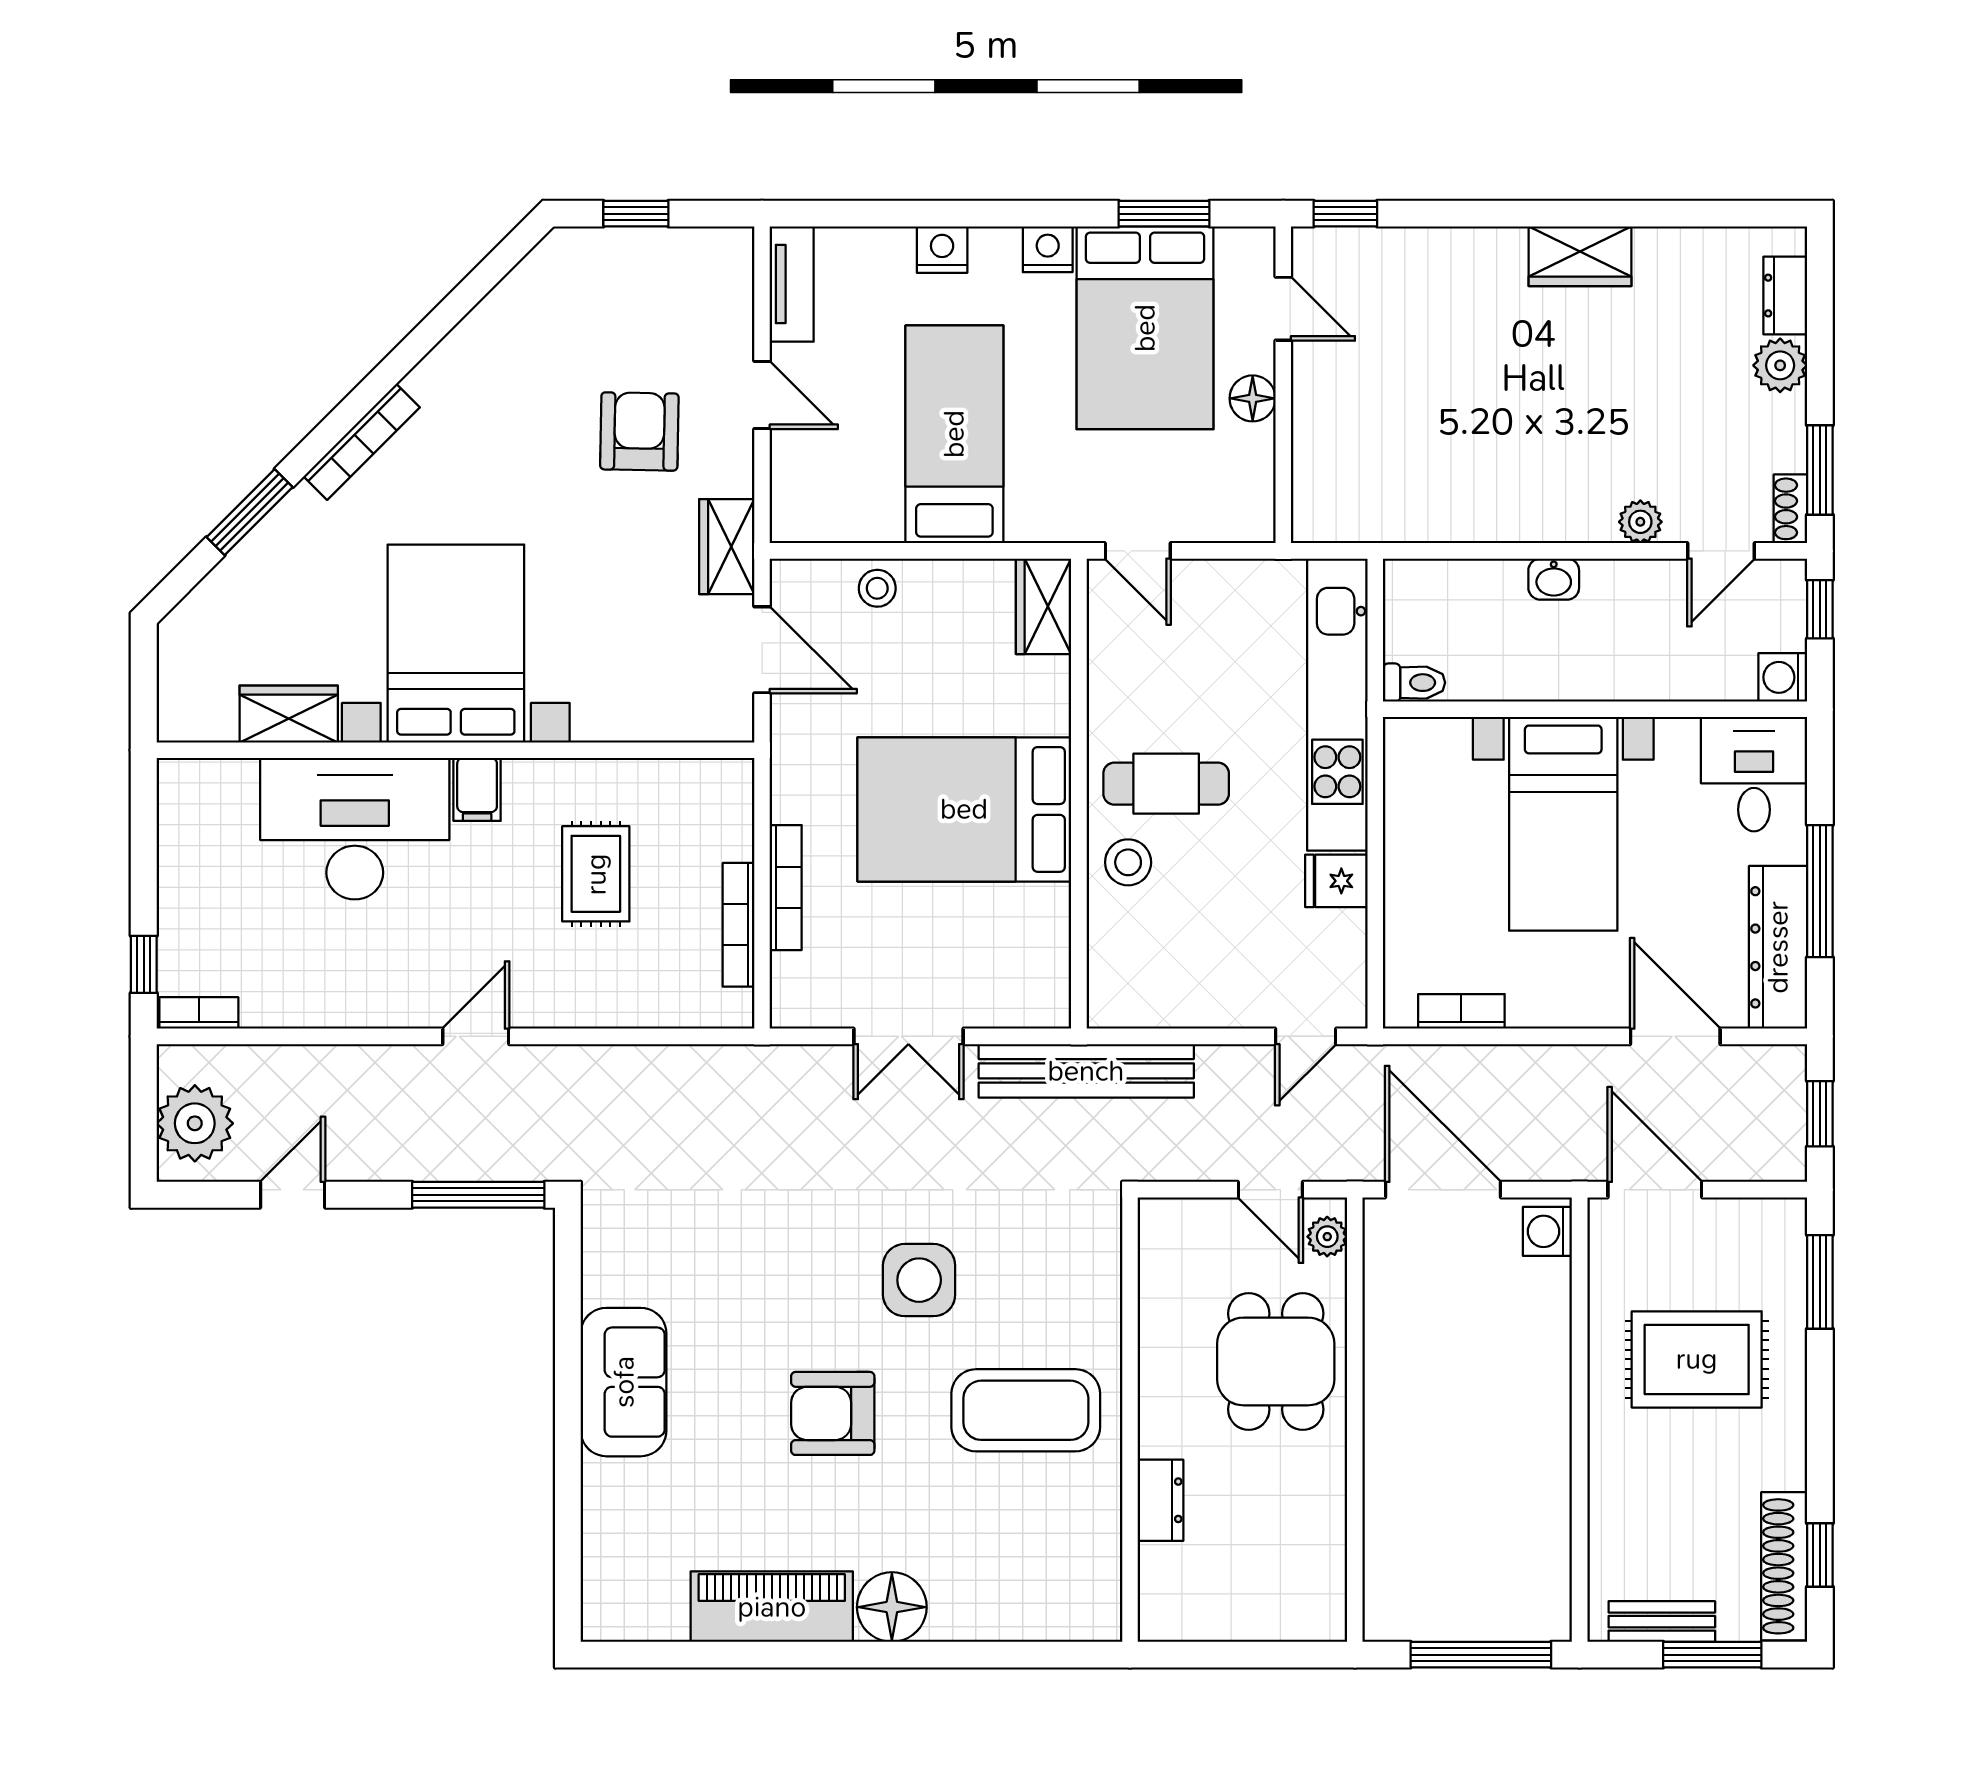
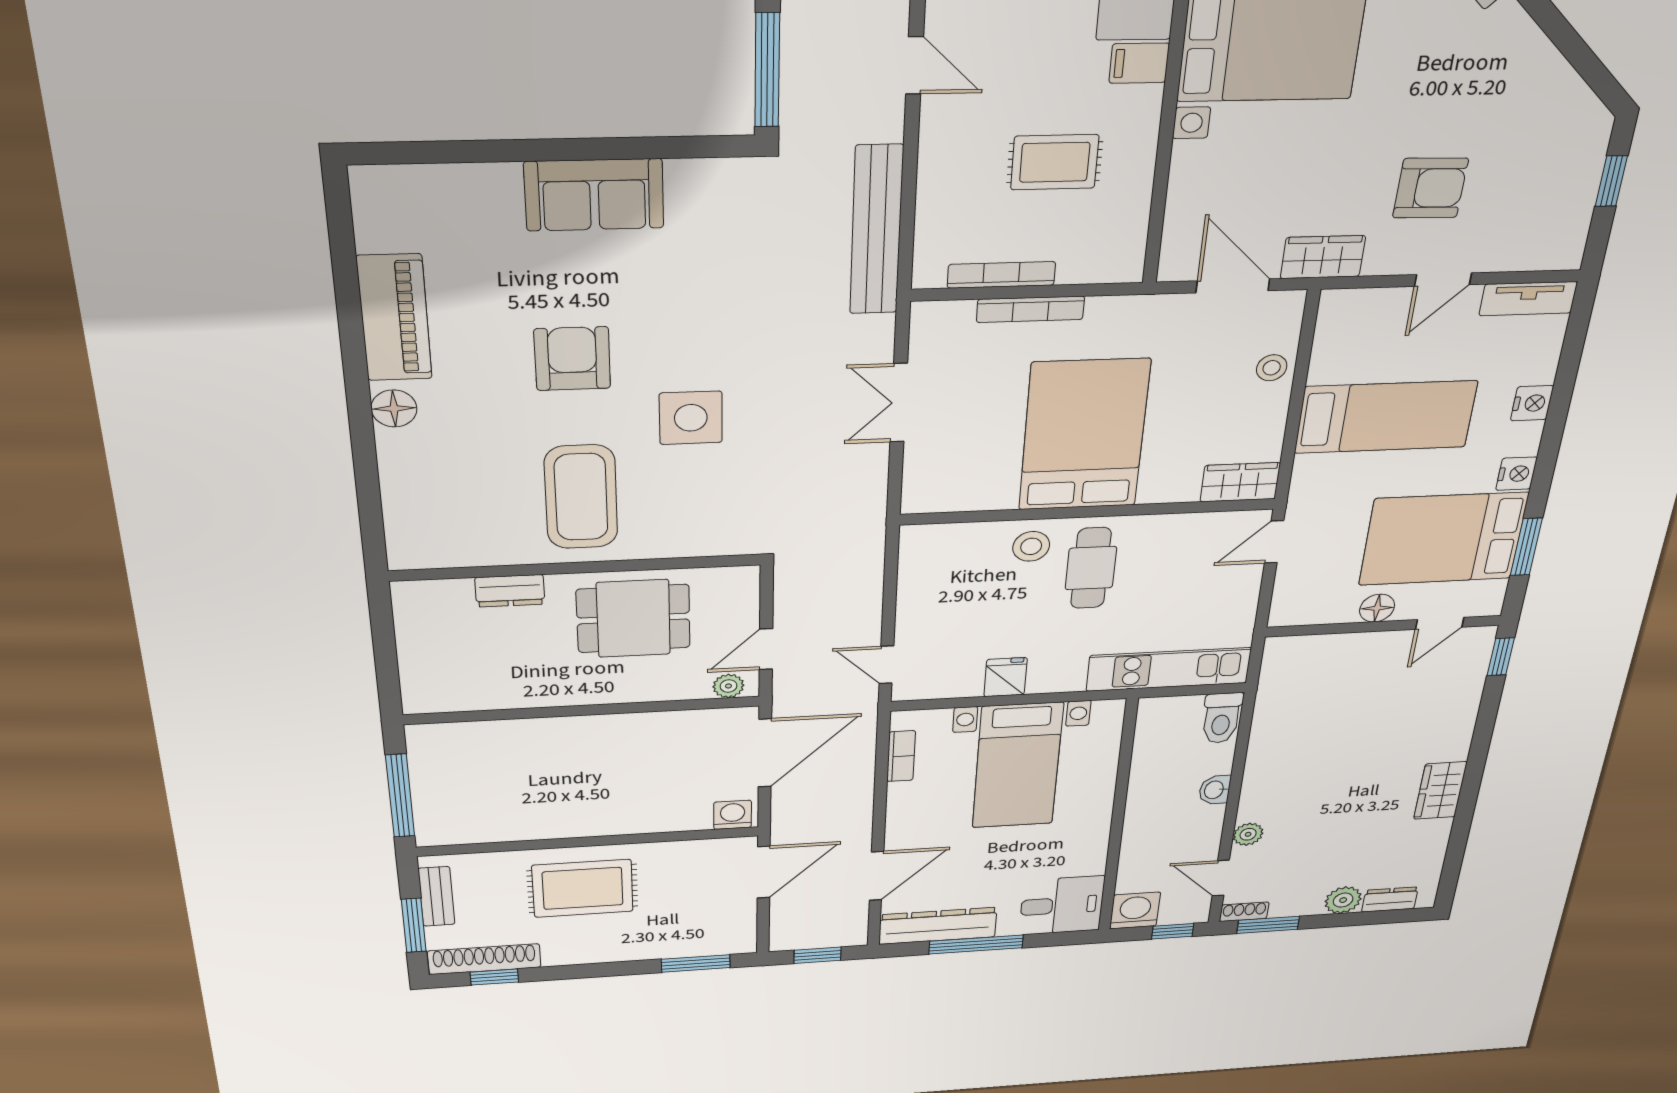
door: (762, 650) -> (1233, 286), swing flipped
washing machine: (1783, 677) -> (1135, 911), width x1.38, depth x1.38
toilet: (1414, 683) -> (1222, 718), moved, width x1.37, depth x1.39
kitchen unit: (1337, 705) -> (1169, 669), width x0.73
bed with nightstands: (1563, 824) -> (1018, 766), moved, turned -90
bench: (1086, 1071) -> (876, 230), moved
rug: (1697, 1359) -> (583, 888), moved, turned 90
dining table: (1276, 1361) -> (633, 619), moved
floor lamp: (892, 1607) -> (394, 408), width x0.73, depth x0.73

